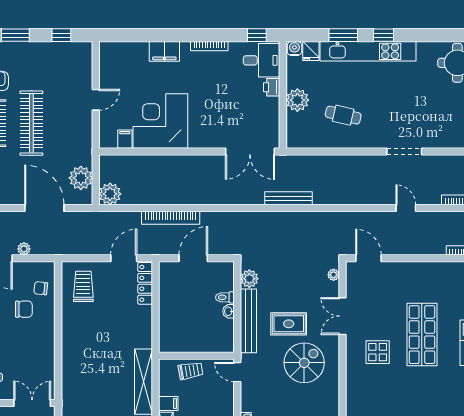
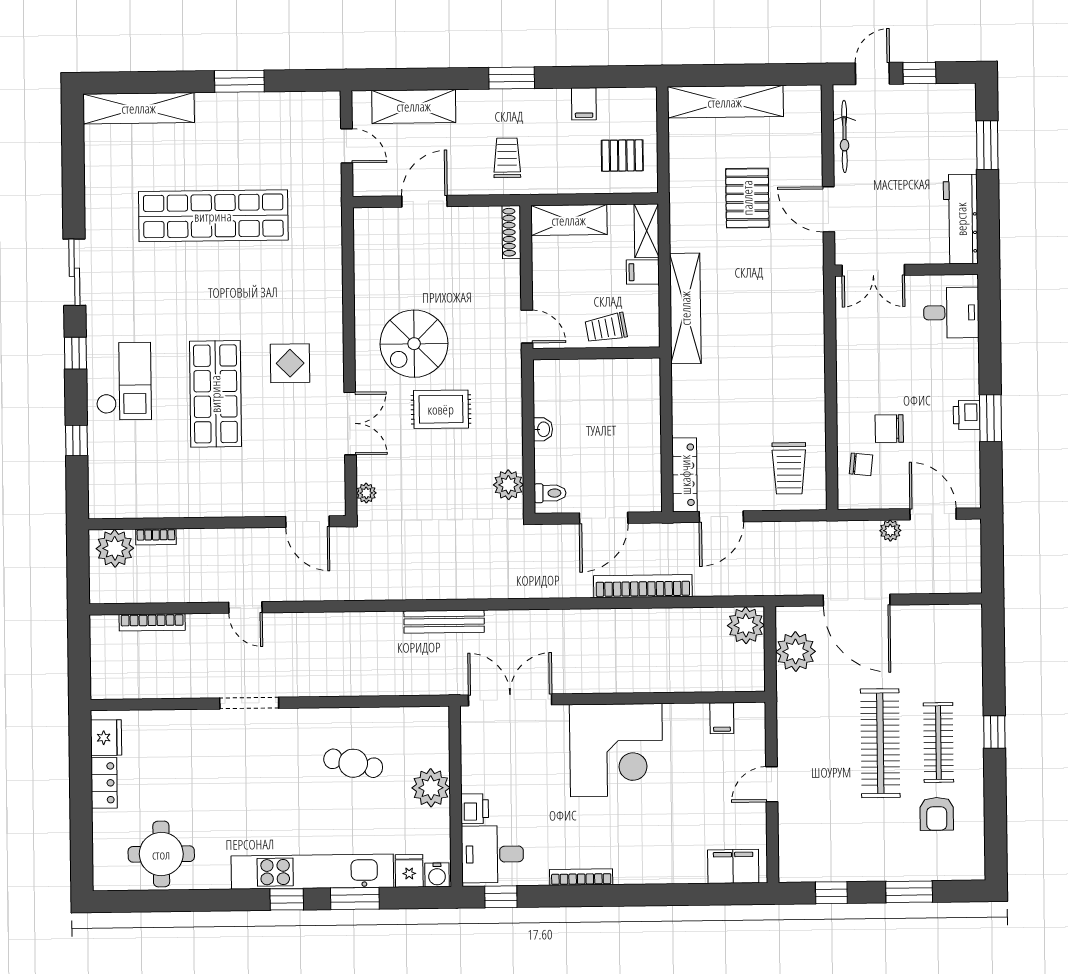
filing cabinet: (164, 51) -> (733, 866), moved
corner desk: (160, 121) -> (616, 750), moved
toilet: (225, 297) -> (550, 493), moved
bench: (248, 321) -> (509, 413), removed

